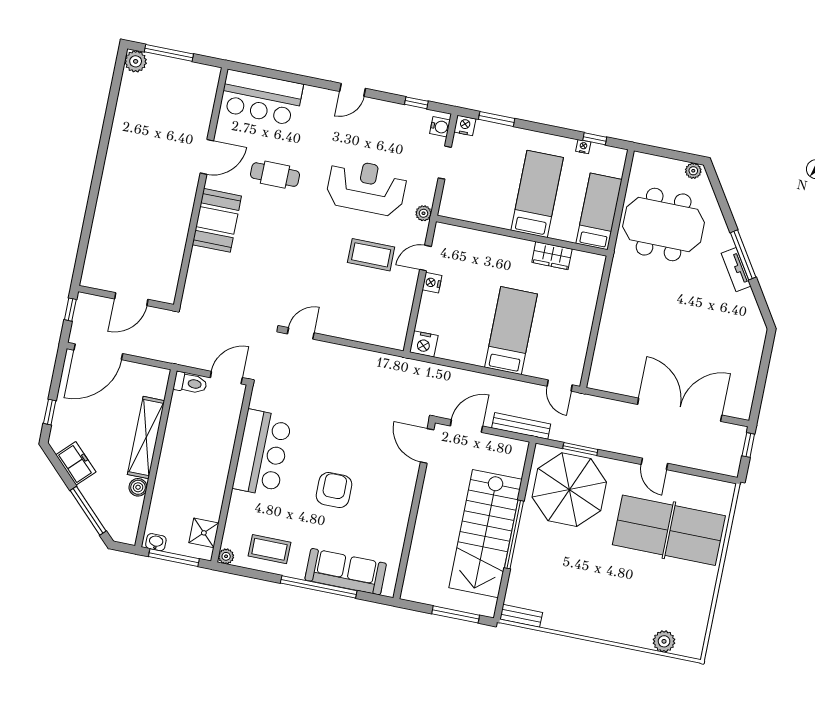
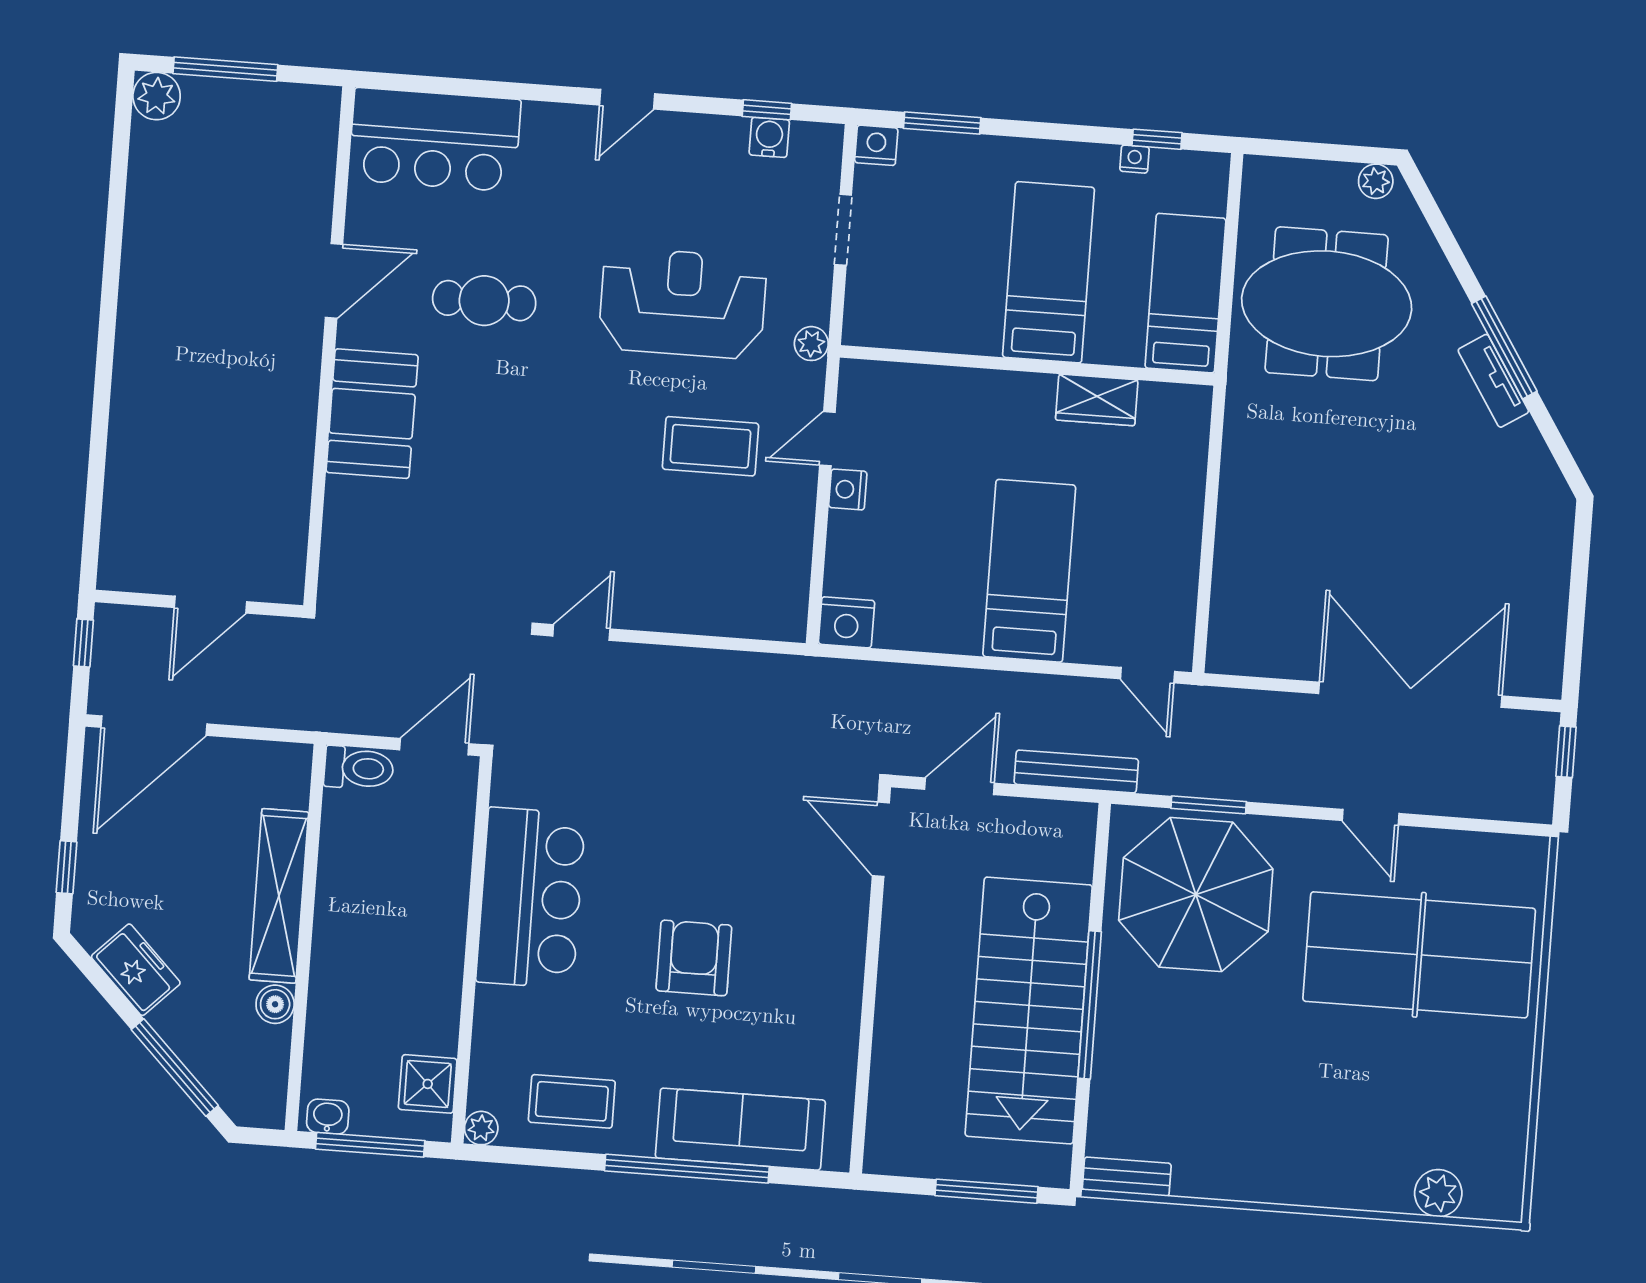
water cooler: (440, 127) -> (769, 137), moved, turned -90

